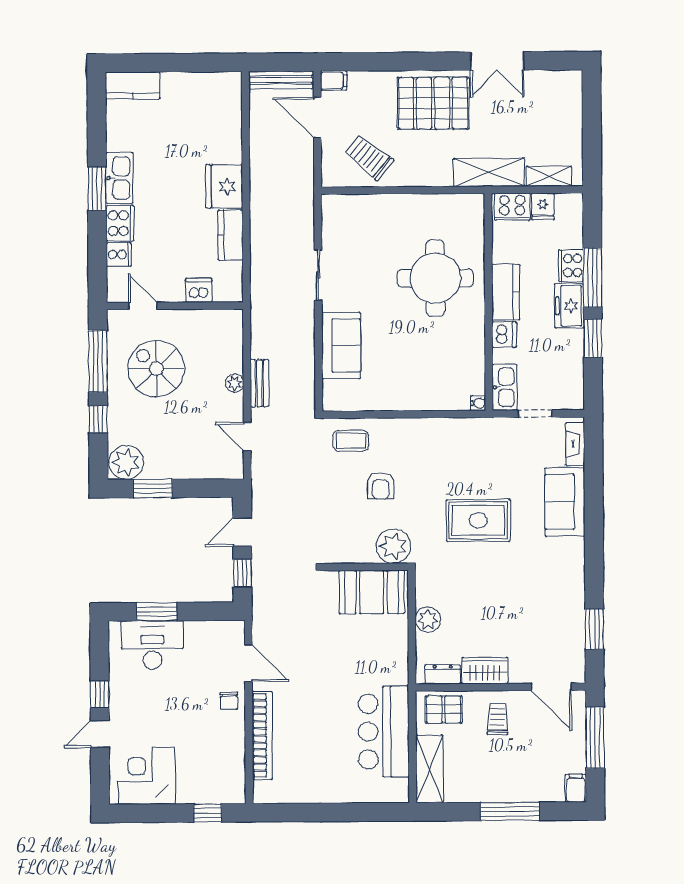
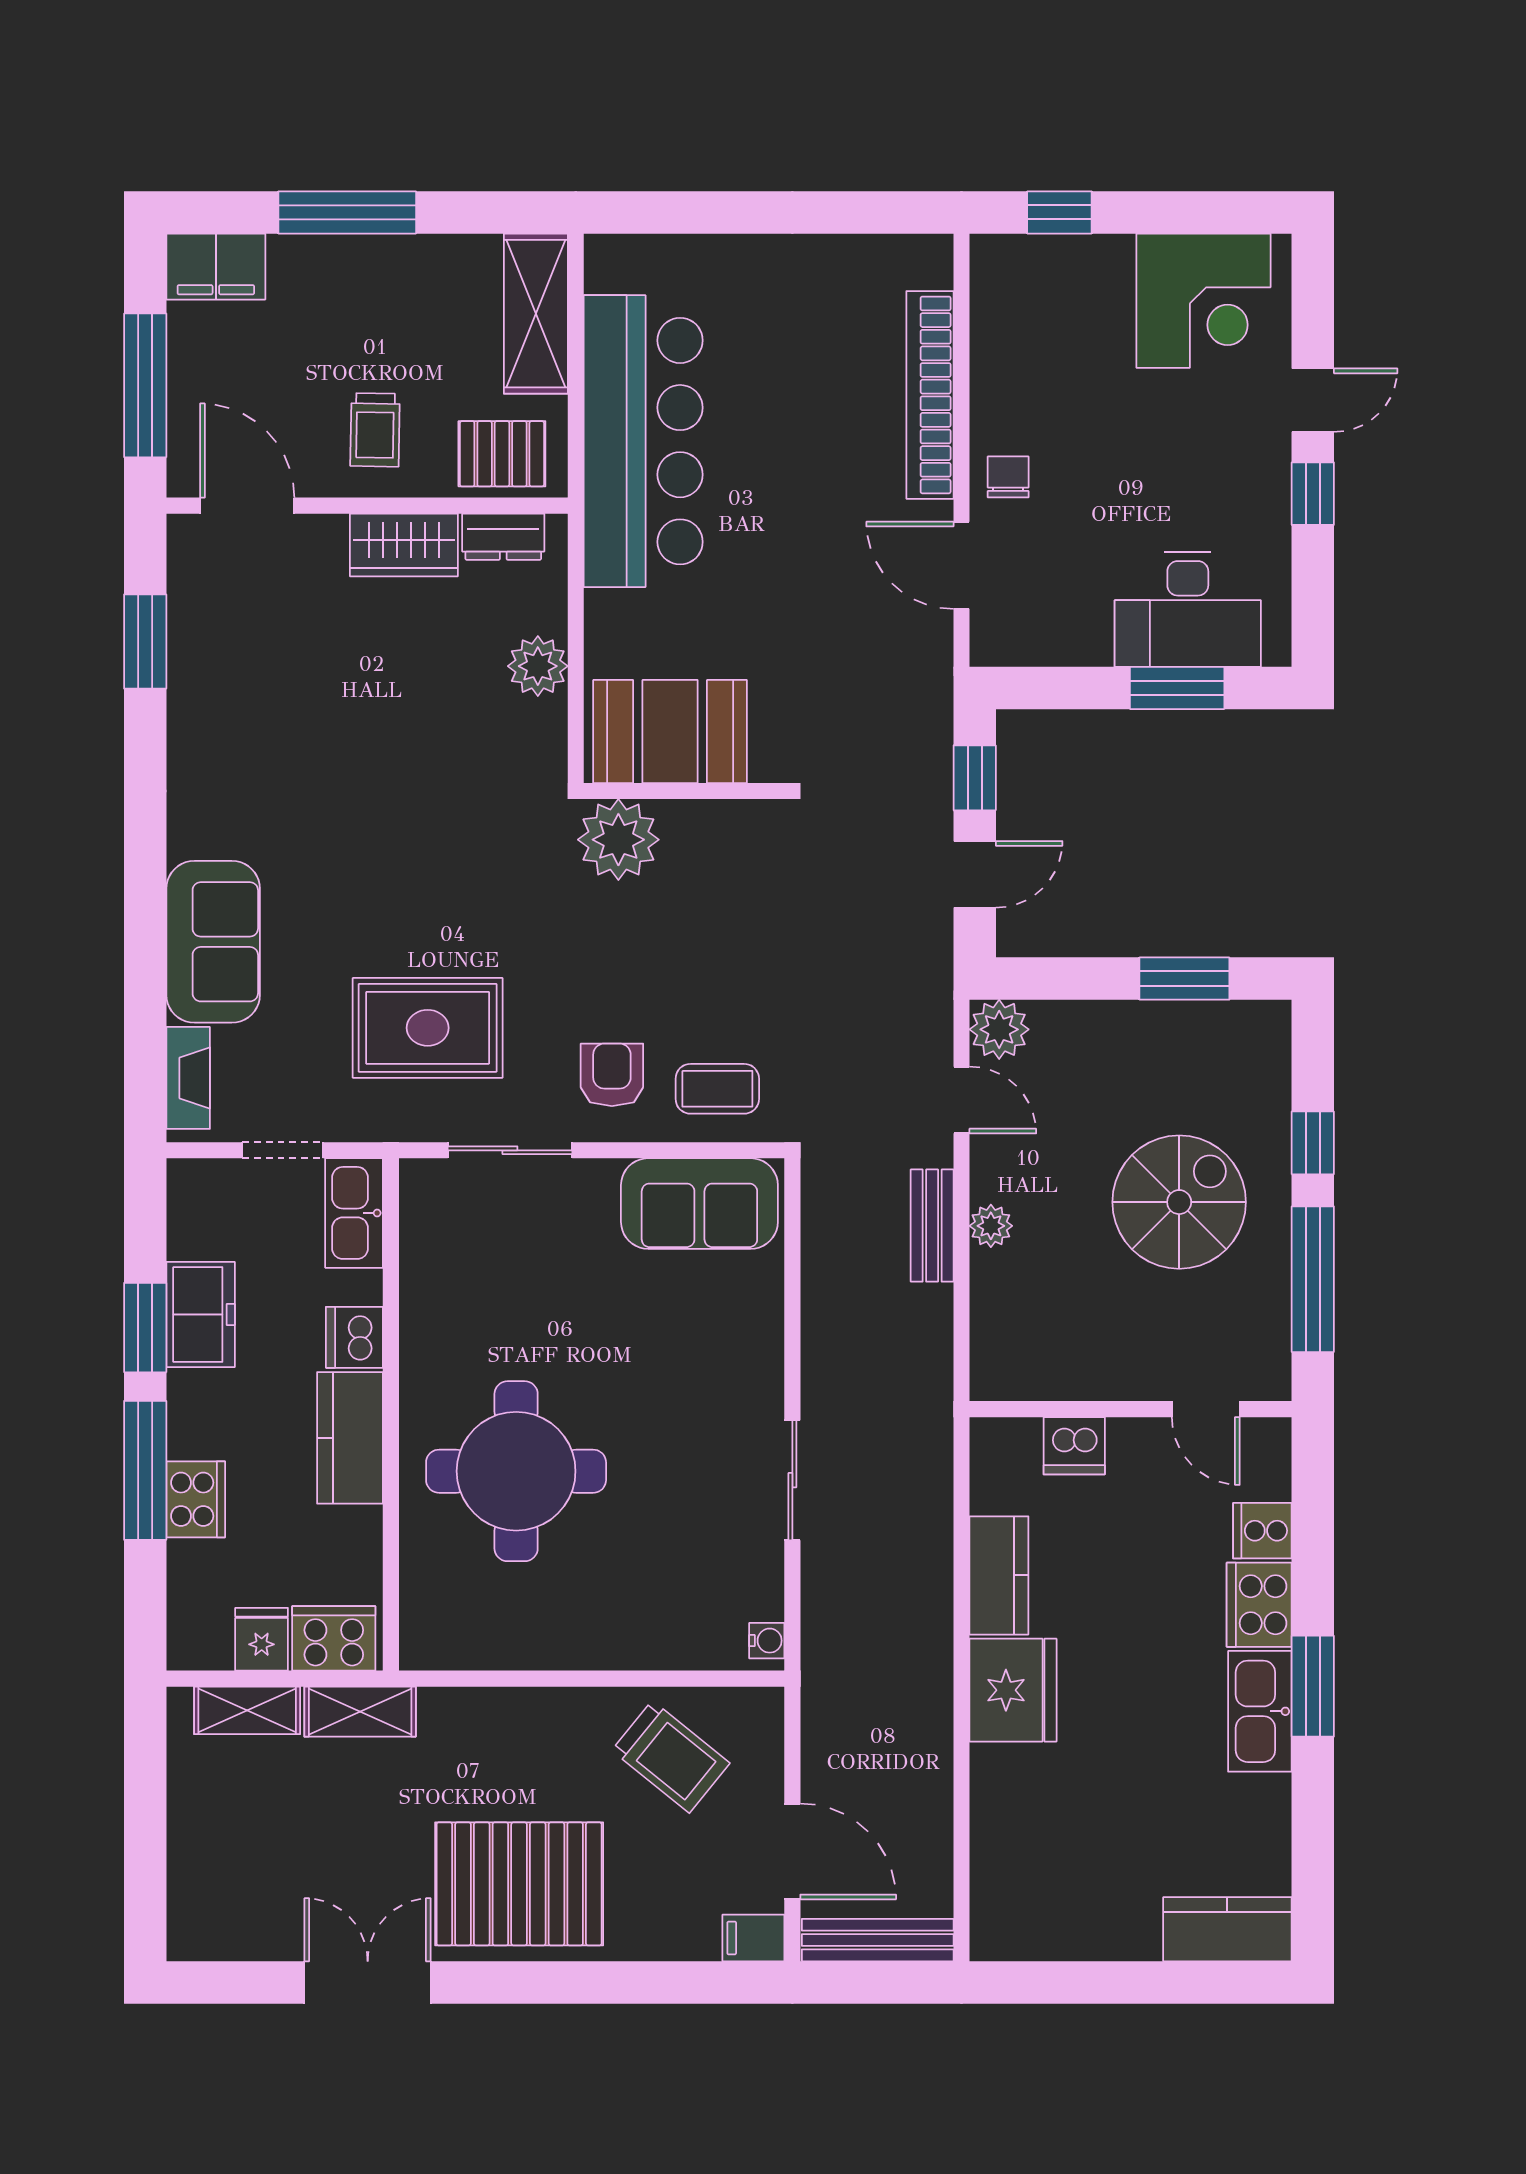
shelving: (489, 172) -> (360, 1712), width x0.67, depth x0.75
freezer: (569, 306) -> (201, 1314), moved
sofa: (341, 346) -> (699, 1204), moved, turned -90
spiral stairs: (156, 369) -> (1179, 1202), moved, turned -90
water cooler: (478, 403) -> (767, 1641), moved, turned 180
sliding door: (439, 414) -> (510, 1150), added
plant: (126, 462) -> (999, 1029), moved, width x0.73, depth x0.73
armchair: (381, 486) -> (612, 1075), moved
rug: (478, 520) -> (428, 1028), moved
bar counter: (384, 732) -> (643, 441), width x1.36
filing cabinet: (576, 788) -> (216, 267), width x2.00

